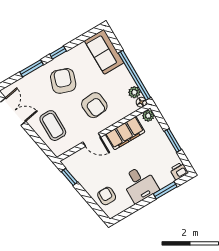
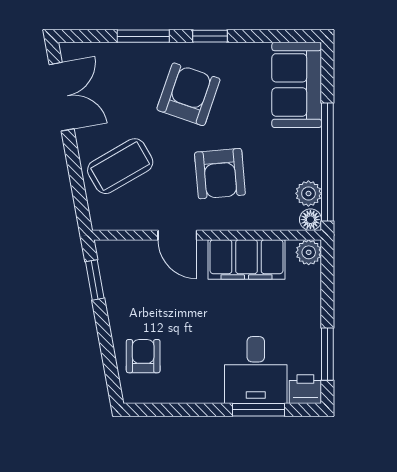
coffee table: (53, 126) -> (120, 166), turned 60
window: (173, 140) -> (327, 354), moved
desk: (140, 184) -> (256, 370), moved

